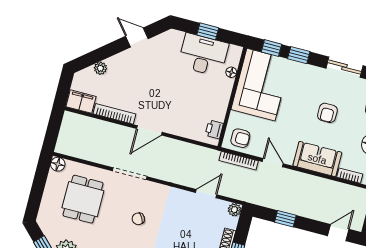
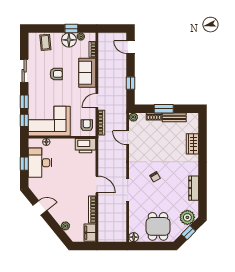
door: (137, 37) -> (40, 208), swing flipped
printer: (214, 129) -> (86, 146), width x1.87, depth x1.48
dining table: (83, 199) -> (158, 226), moved, turned 90

